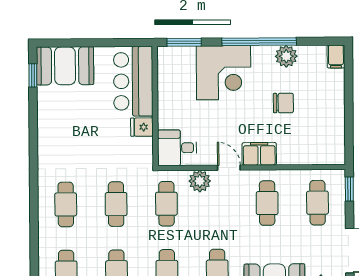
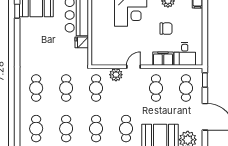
desk: (177, 148) -> (185, 54), moved, turned -90
filing cabinet: (259, 154) -> (163, 59), moved
door: (229, 168) -> (133, 67), hinge flipped

